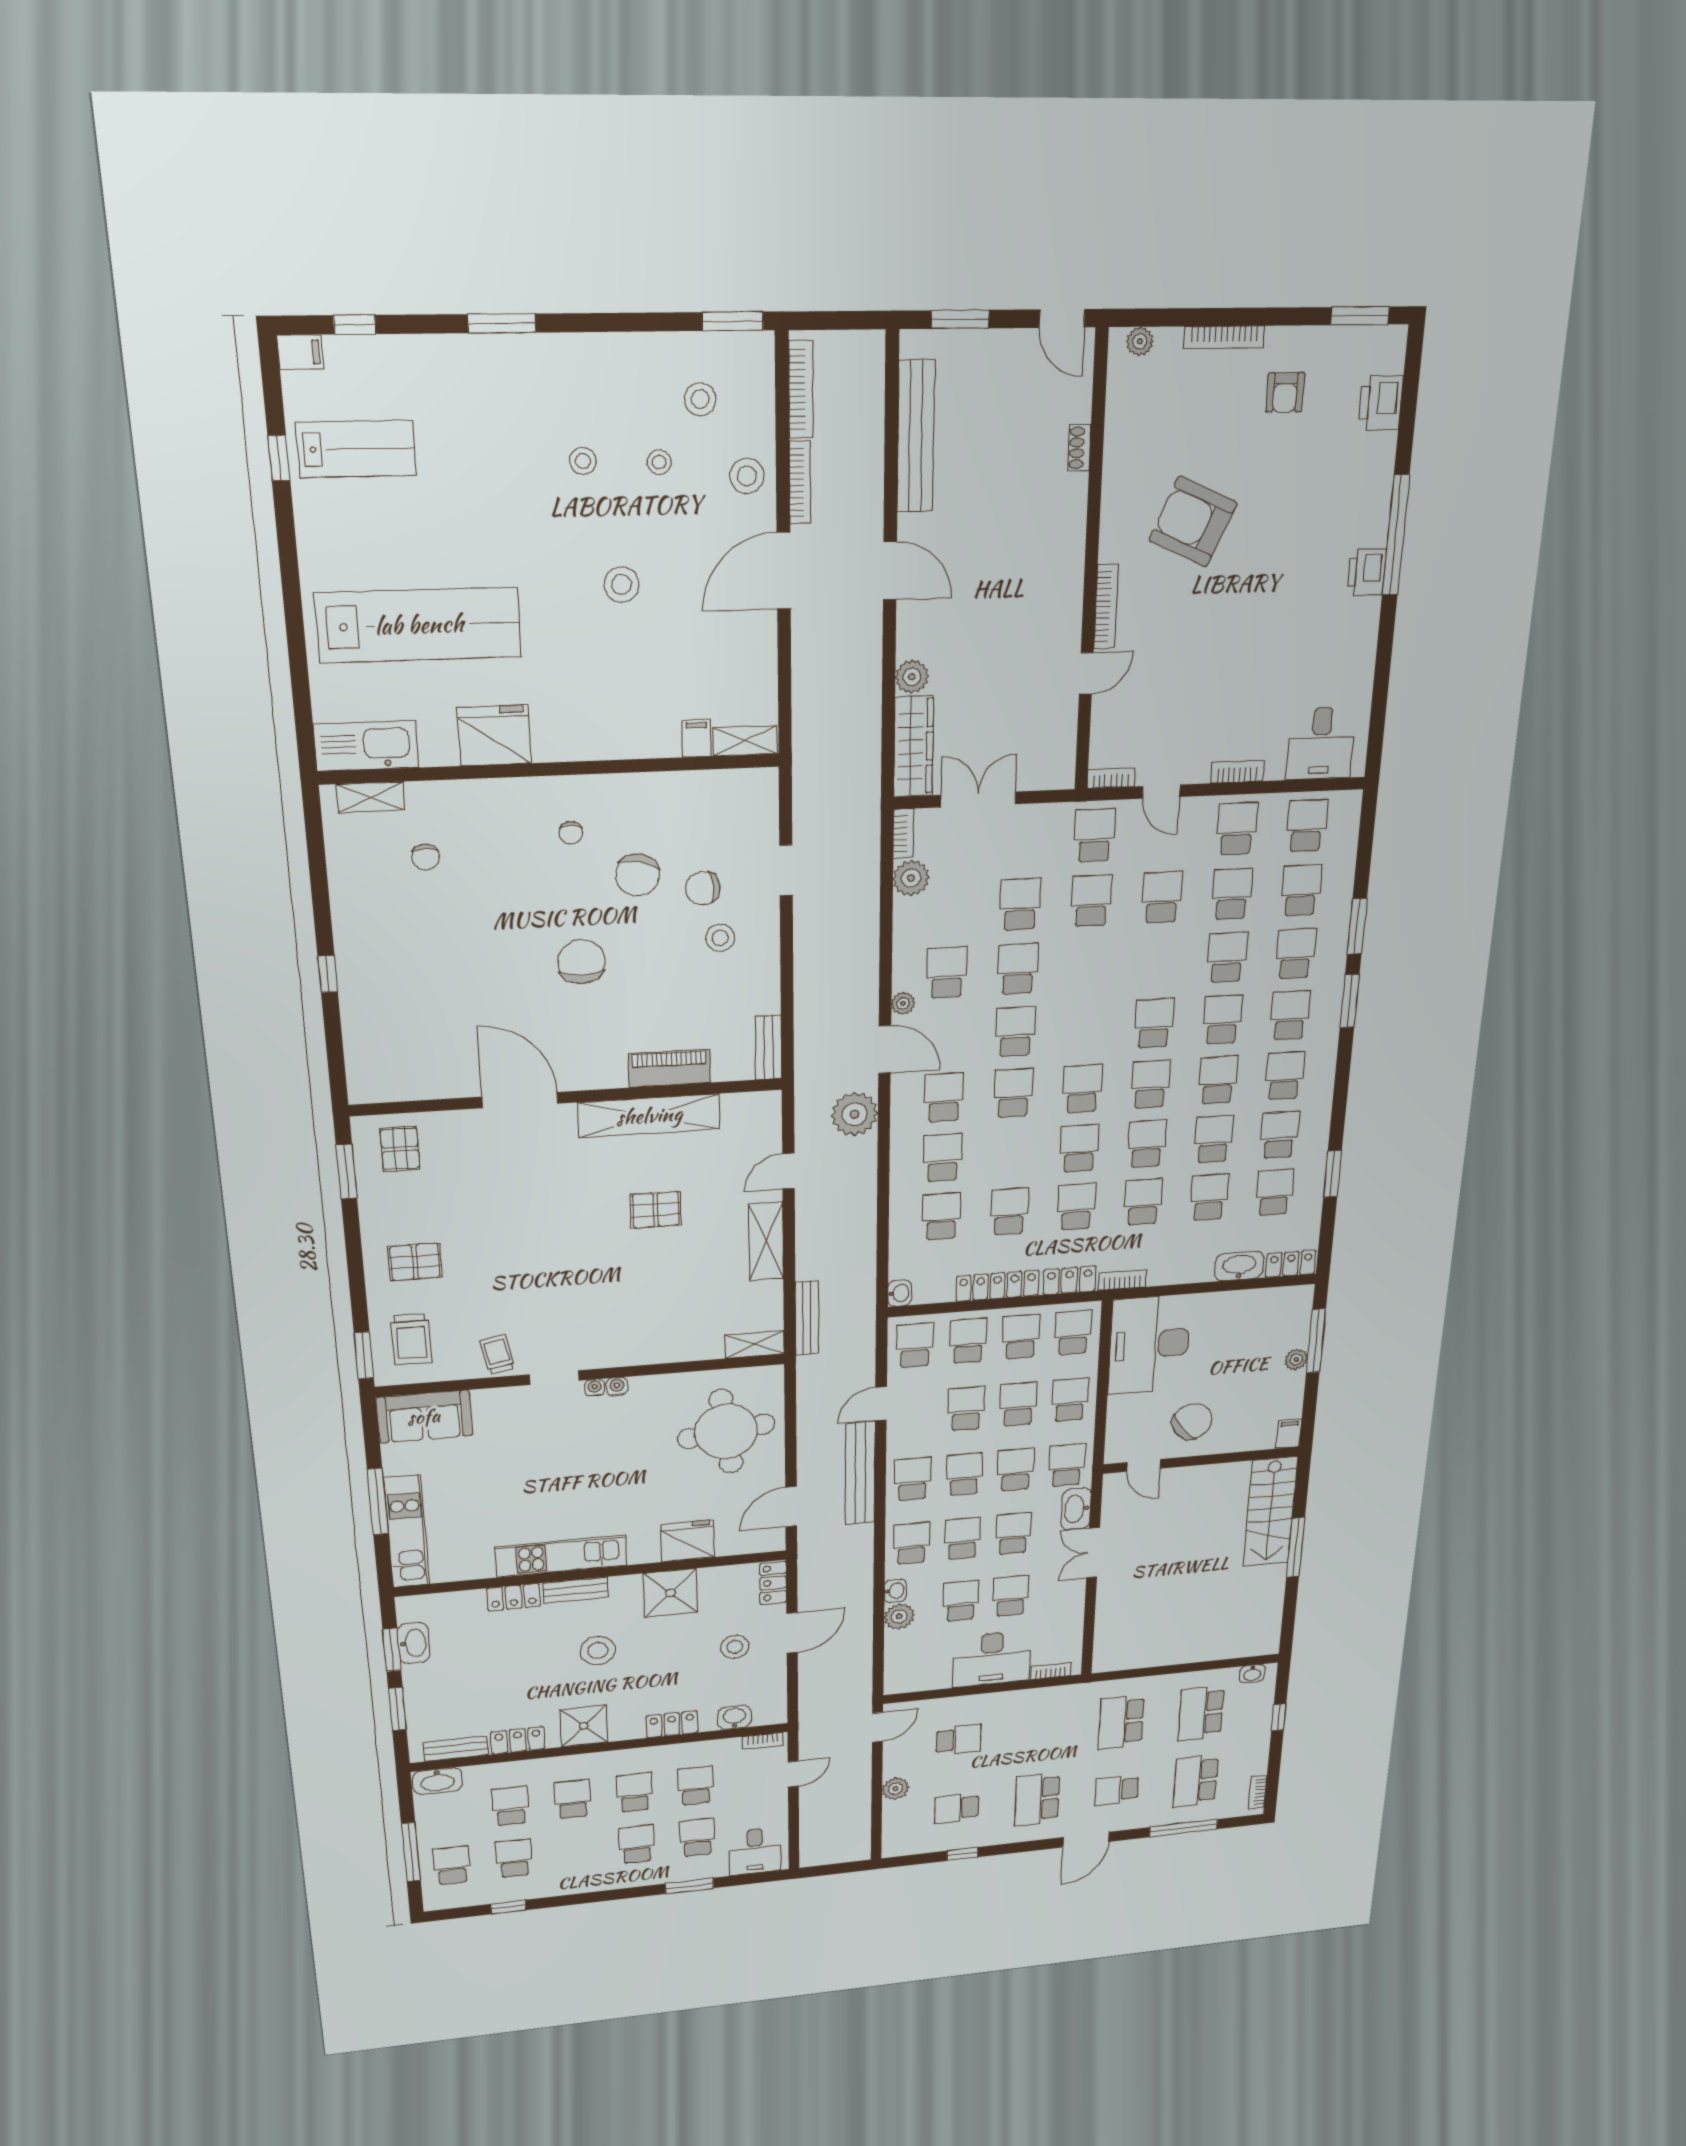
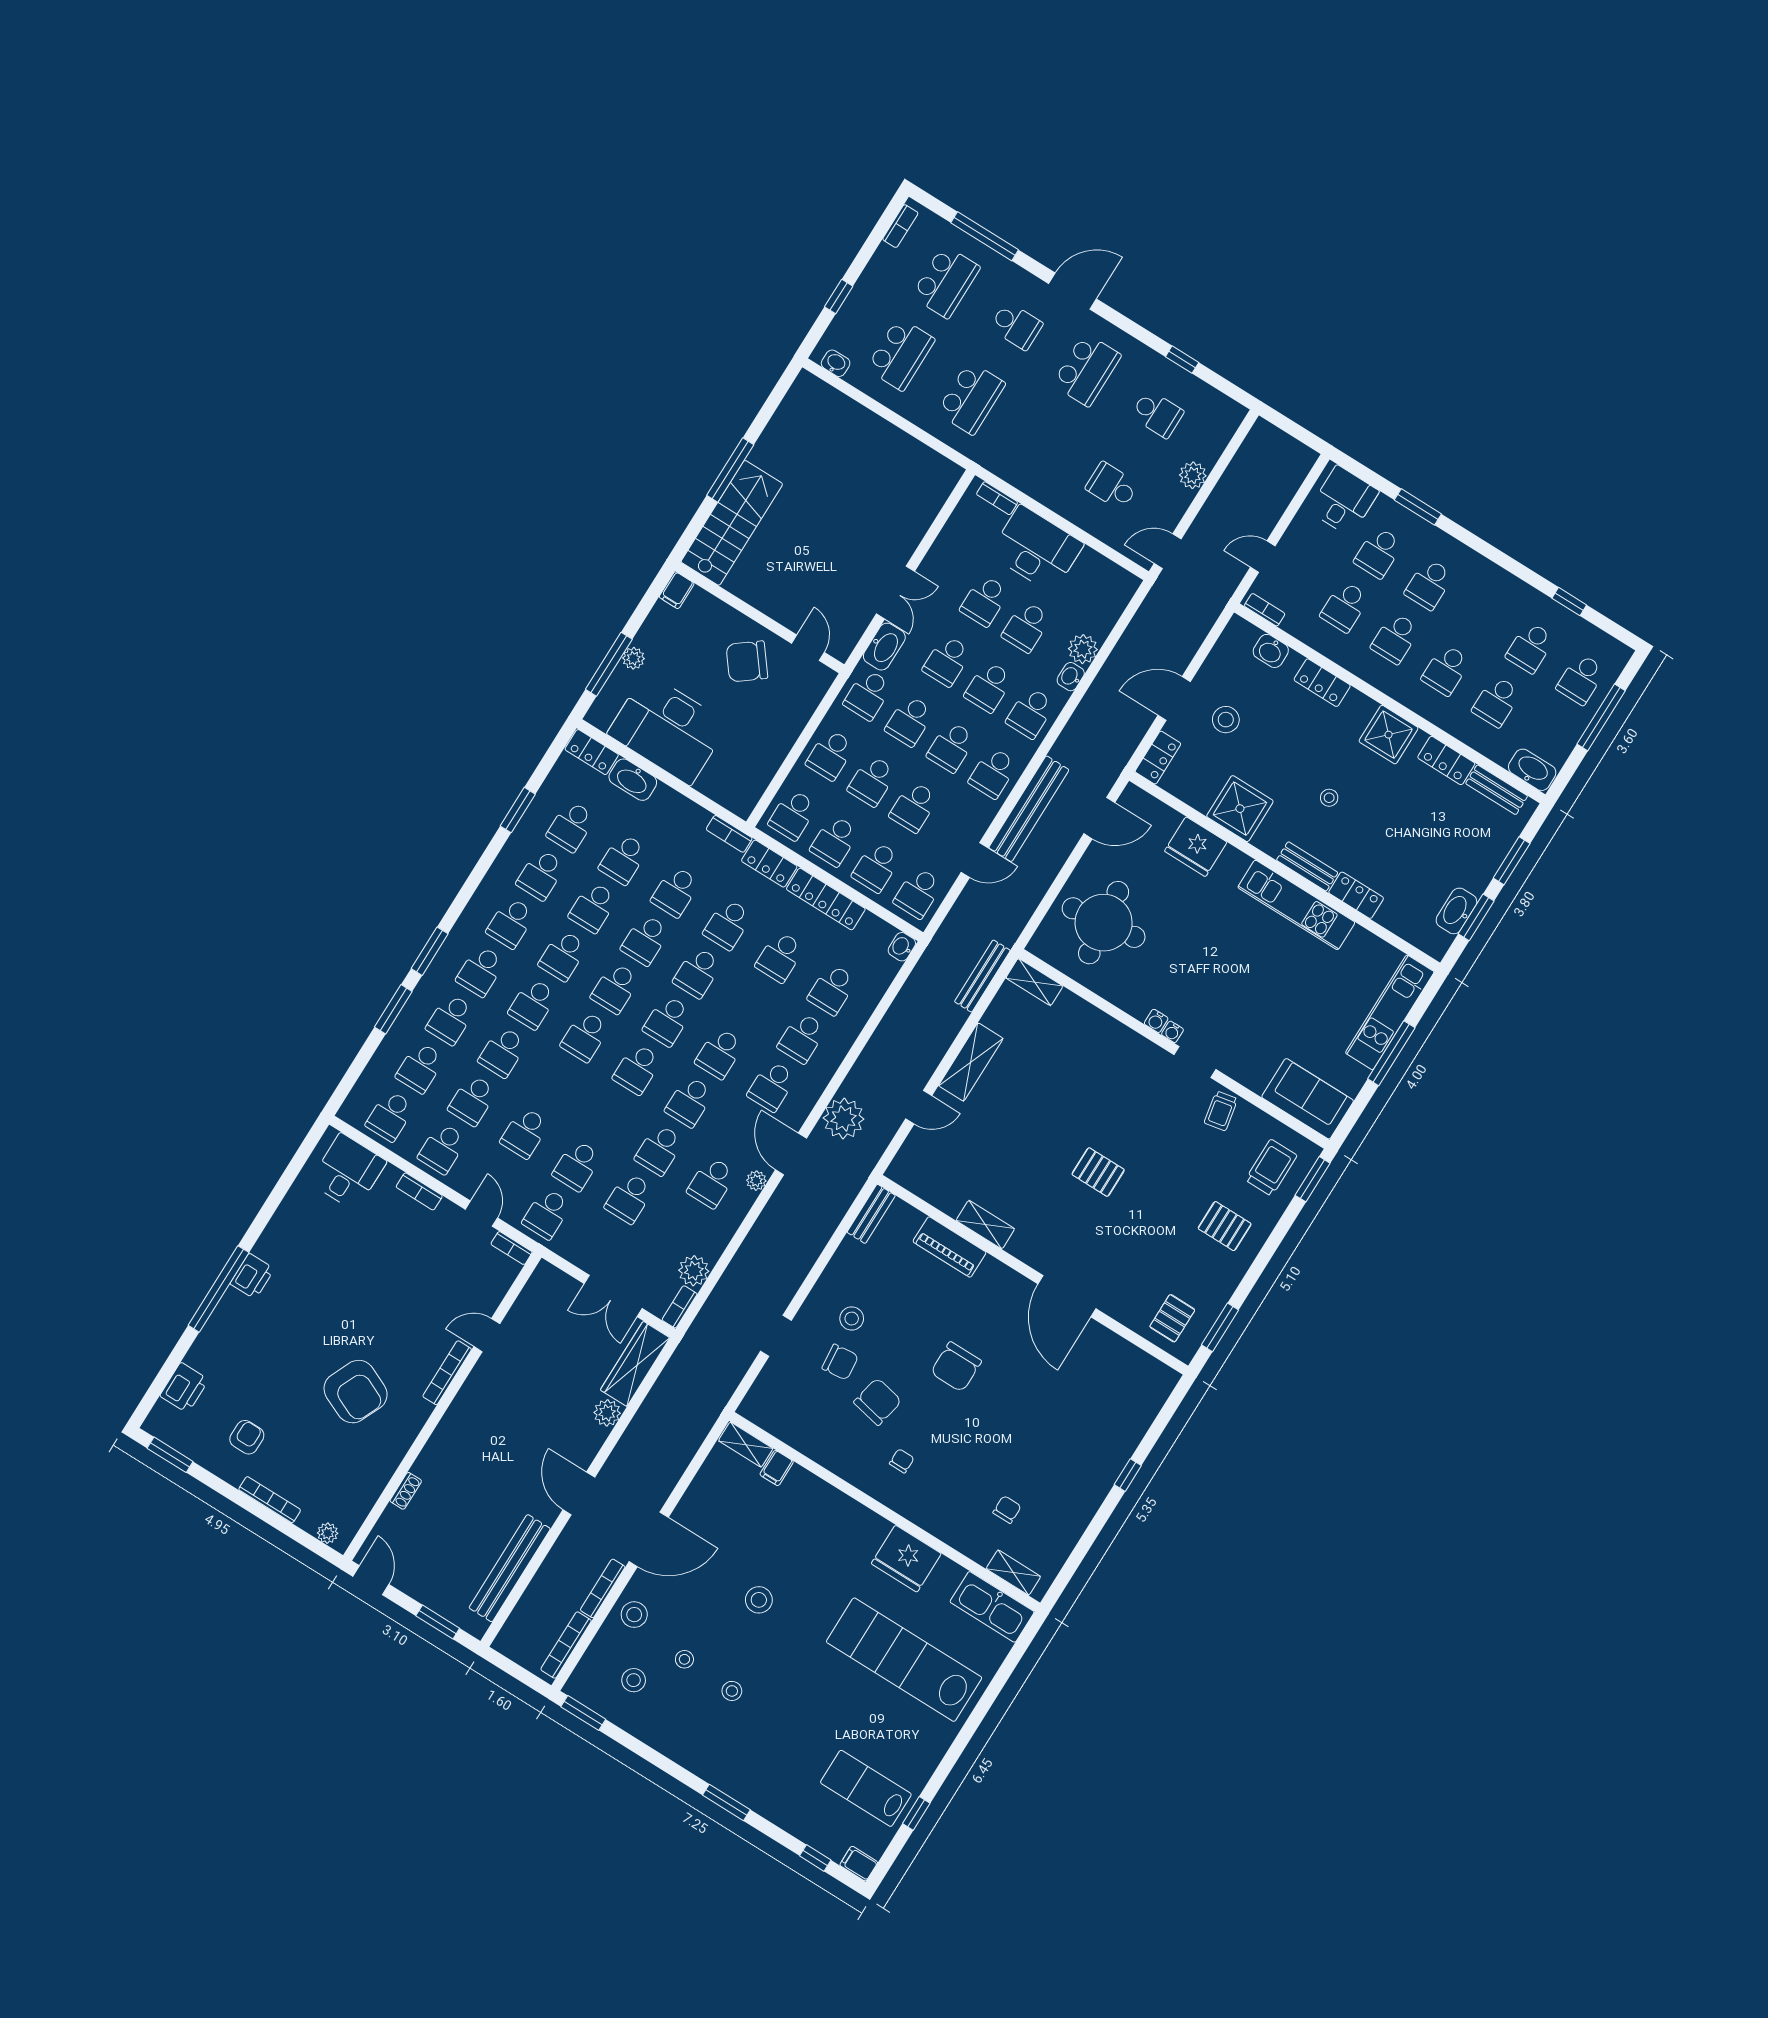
school desk: (1085, 1028) -> (637, 1069), added
shelving: (649, 1116) -> (985, 1225), width x0.45, depth x0.75
pallet: (656, 1210) -> (1098, 1172), moved
desk: (1149, 1344) -> (668, 729), moved, turned 90
stool: (598, 1650) -> (1329, 798), width x0.53, depth x0.53

